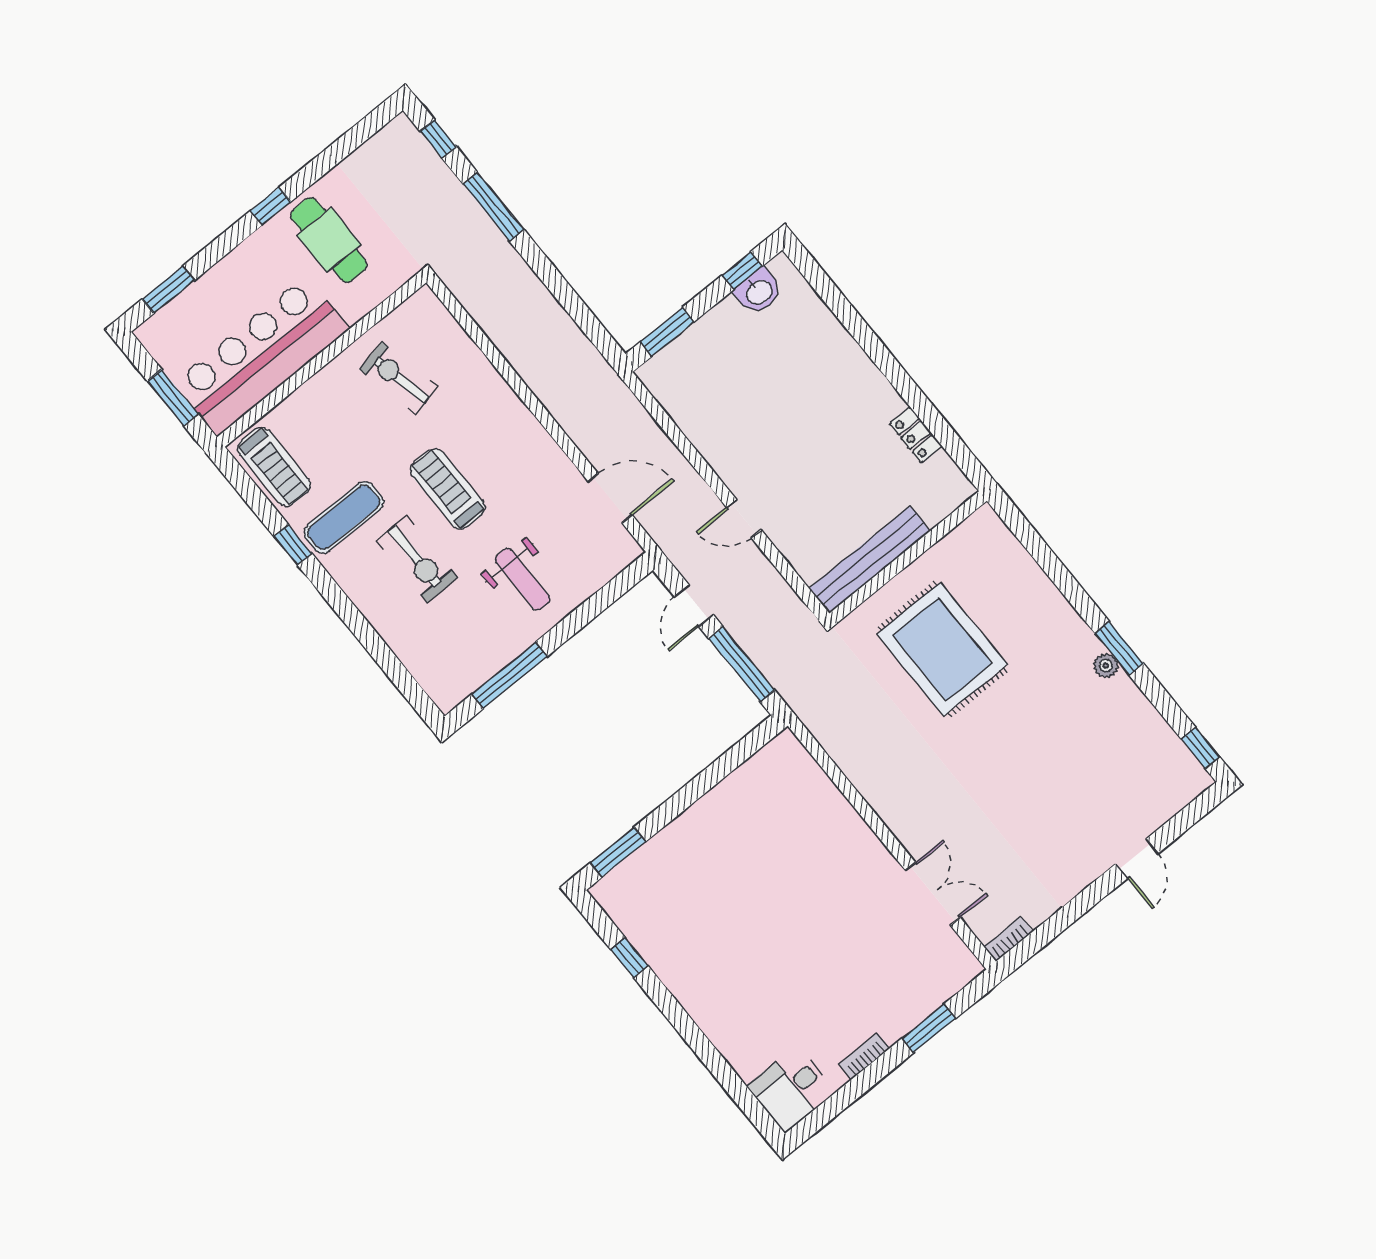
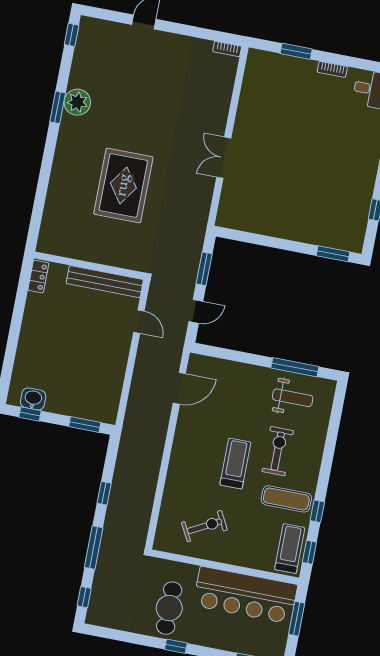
window: (554, 281) -> (104, 493), added
exercise bike: (399, 378) -> (204, 526), turned -106
window: (247, 489) -> (309, 552), added
treadmill: (448, 489) -> (235, 463), turned 180
door: (610, 498) -> (179, 388), swing flipped
wall: (908, 557) -> (89, 265), moved
bench: (870, 560) -> (105, 282), moved
weight bench: (523, 579) -> (293, 398), moved, turned 90
window: (742, 664) -> (204, 269), width x0.69
plant: (1106, 666) -> (77, 102), width x1.87, depth x1.87
double door: (933, 894) -> (224, 158), moved

